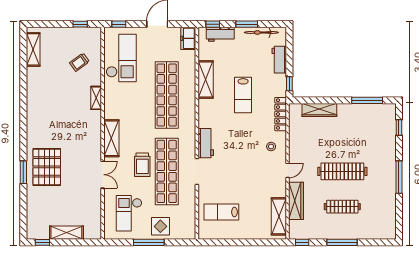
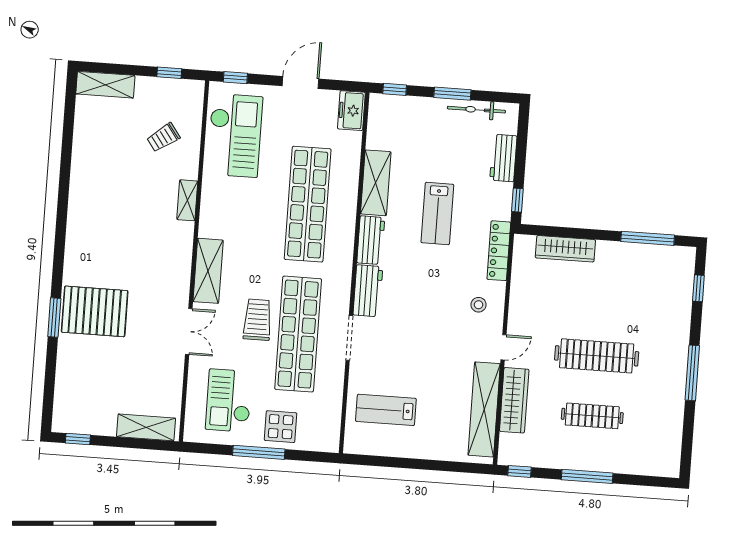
workbench: (220, 34) -> (371, 240), moved, turned -90
shelving: (33, 49) -> (105, 85), moved, turned 90
trolley: (142, 165) -> (257, 320), turned 180
pallet: (47, 167) -> (95, 311), turned 90
shelving: (279, 216) -> (484, 409), width x1.47
shelving: (66, 233) -> (146, 427), moved

